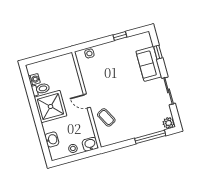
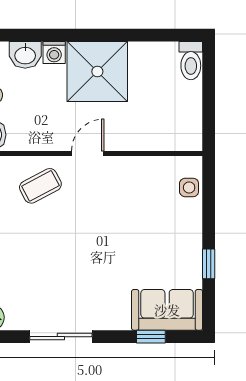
sofa: (149, 64) -> (167, 310), moved
washing machine: (34, 79) -> (54, 53), moved
toilet: (41, 89) -> (191, 61), moved

